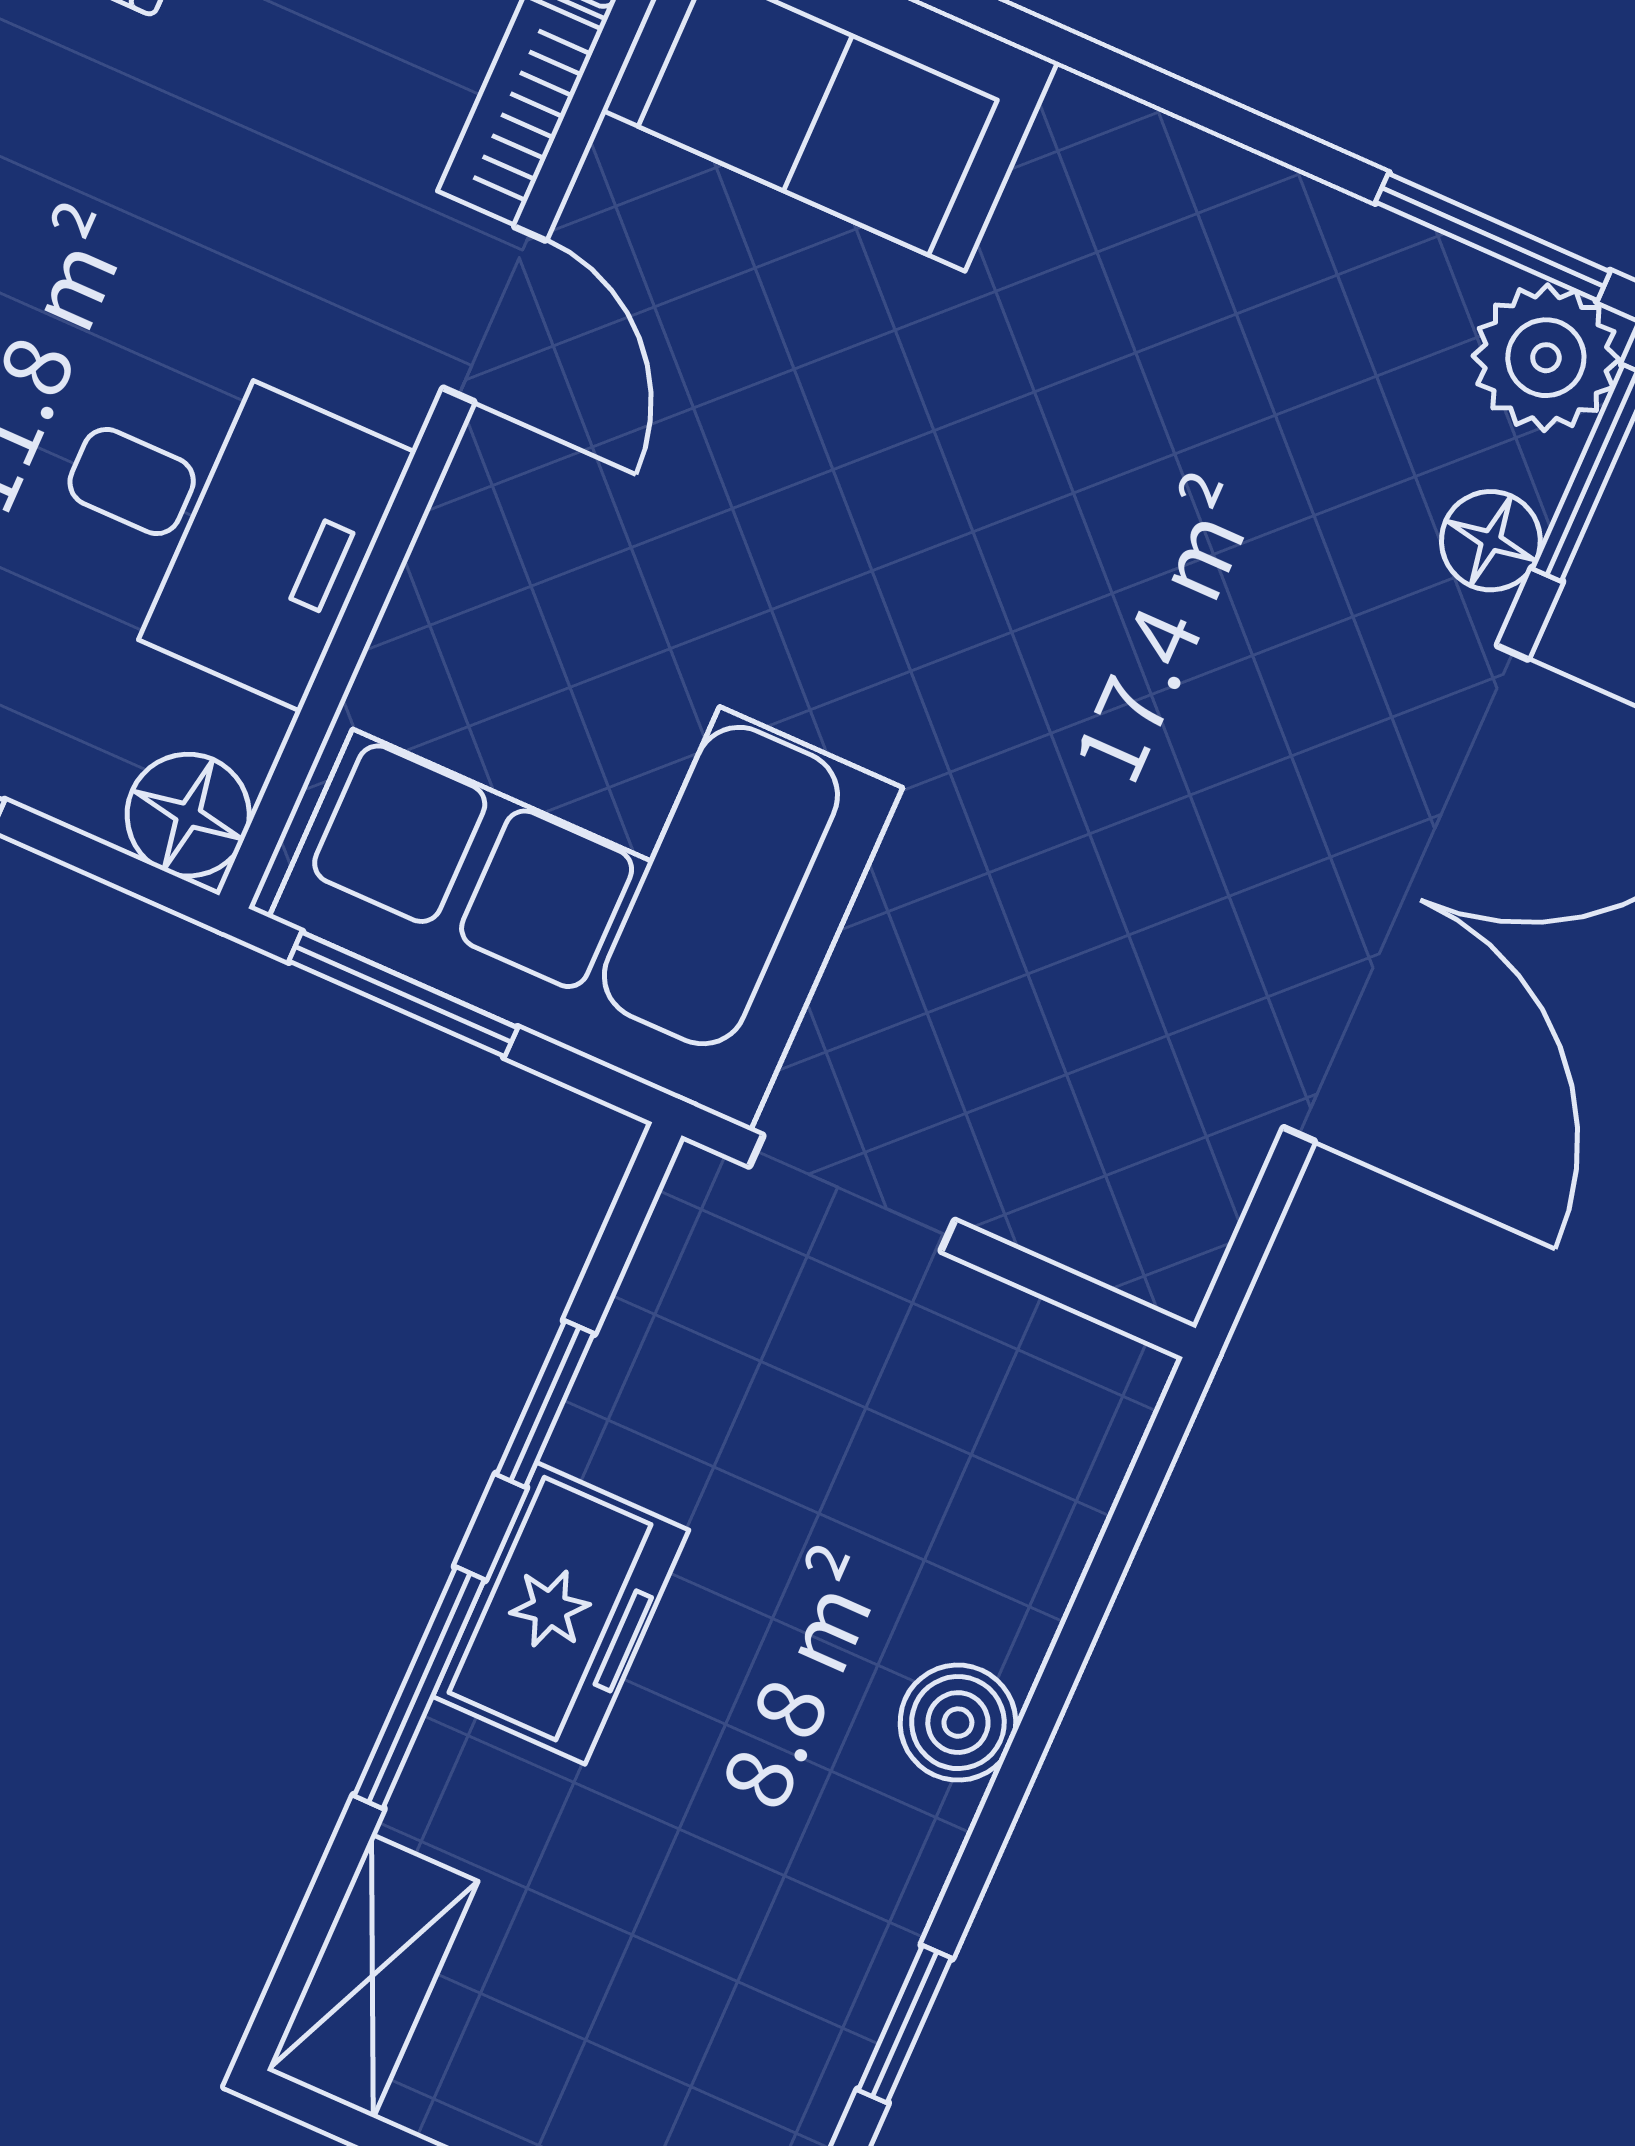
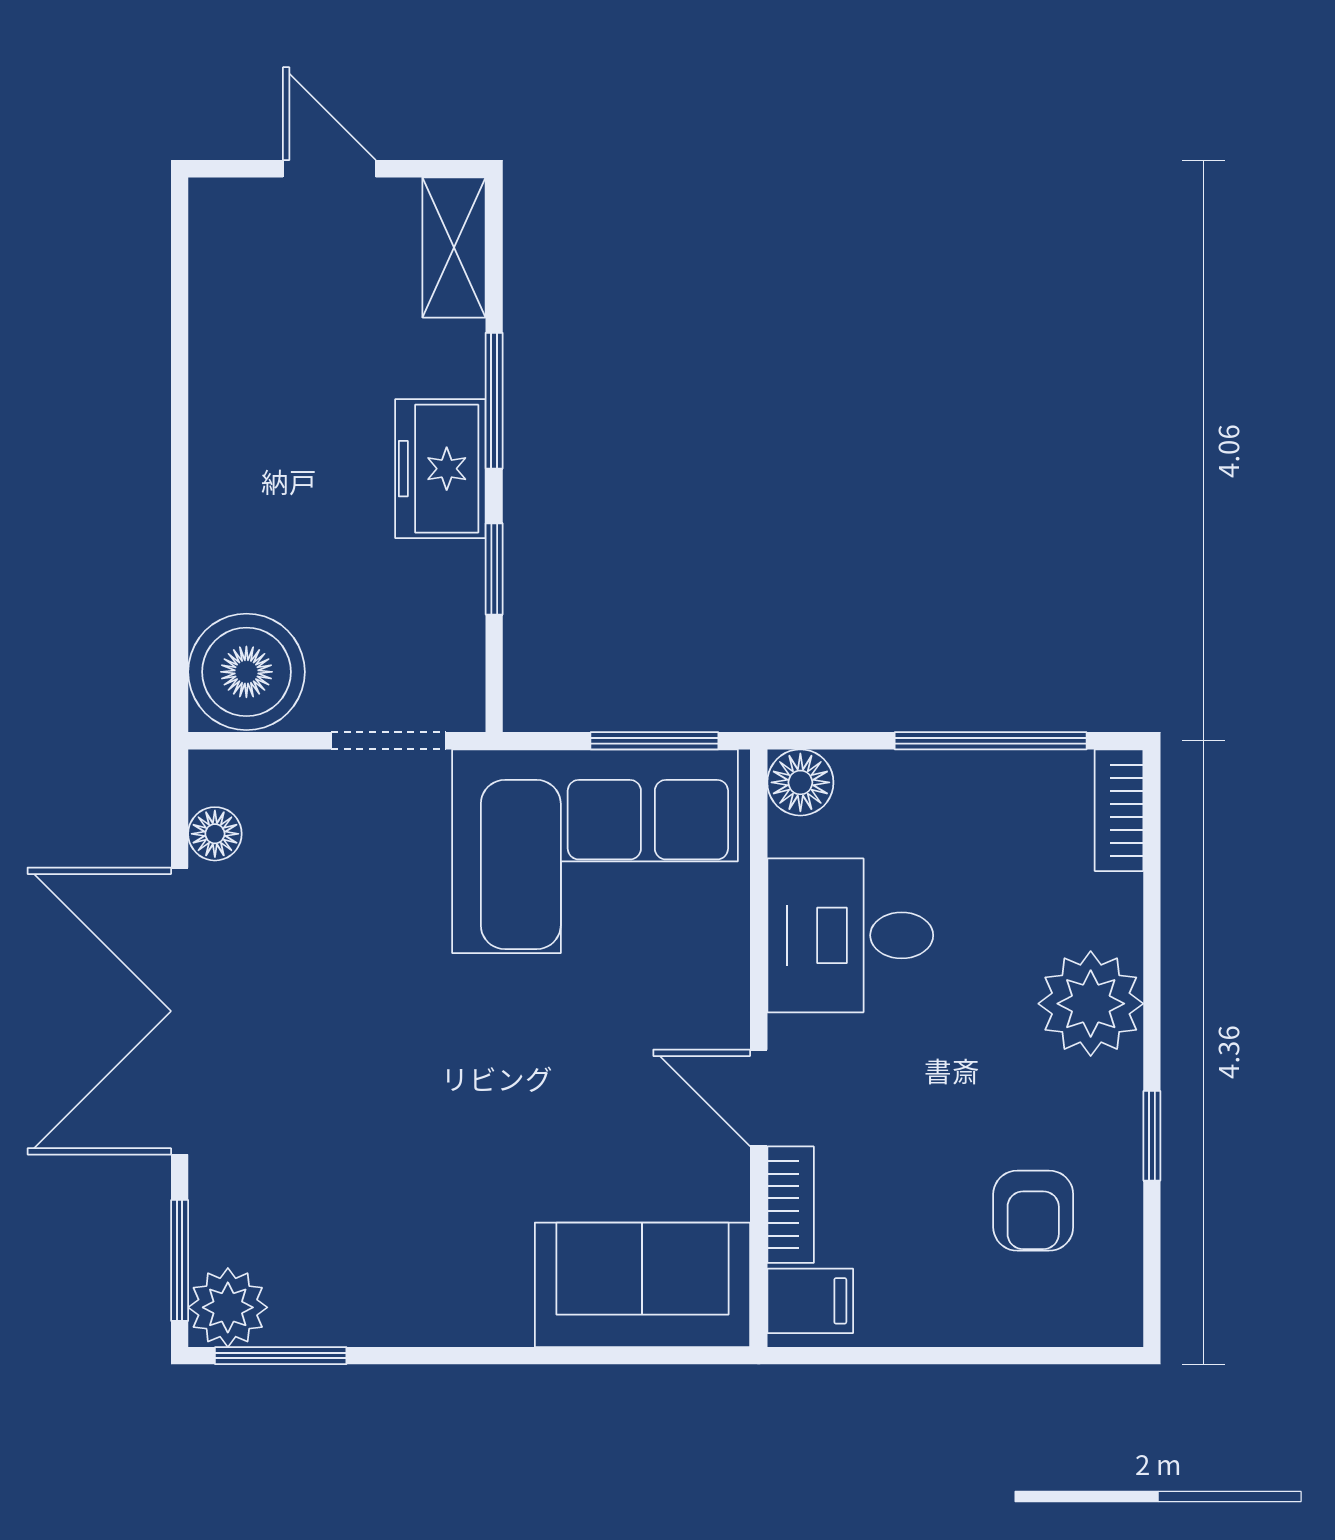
floor lamp: (1491, 541) -> (215, 834), moved
boiler: (958, 1723) -> (246, 672), moved, width x1.86, depth x1.86
window: (905, 2024) -> (180, 341), removed

